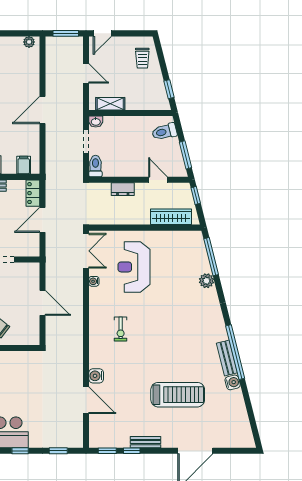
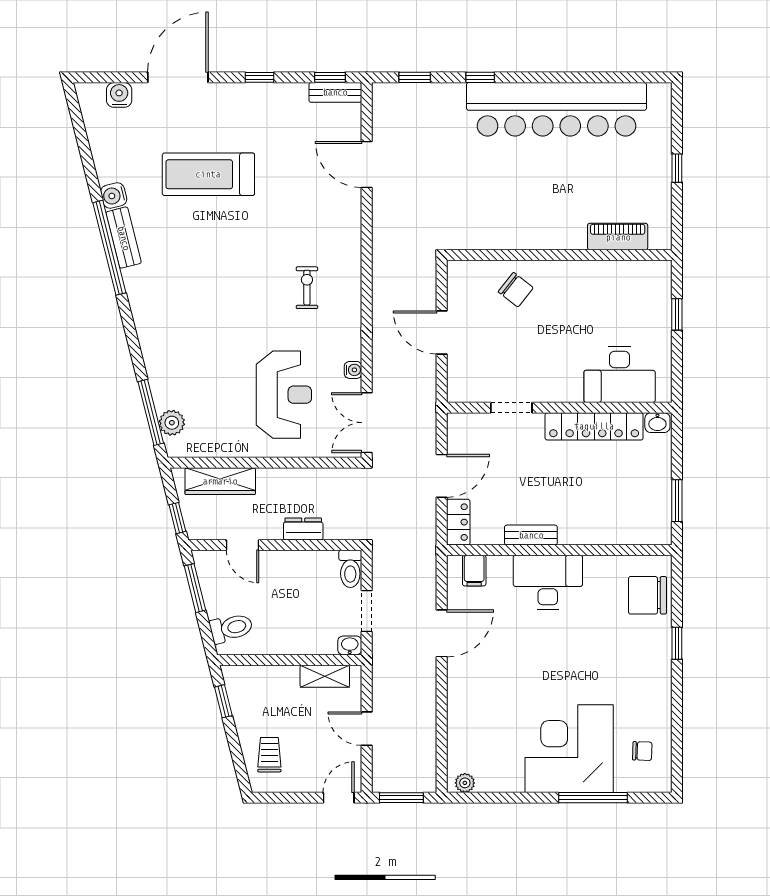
door: (42, 110) -> (442, 633), moved
plant: (206, 281) -> (172, 423), moved
water cooler: (96, 376) -> (119, 95), moved, turned -90
bench: (145, 442) -> (335, 92), moved
window: (132, 451) -> (259, 77), moved

